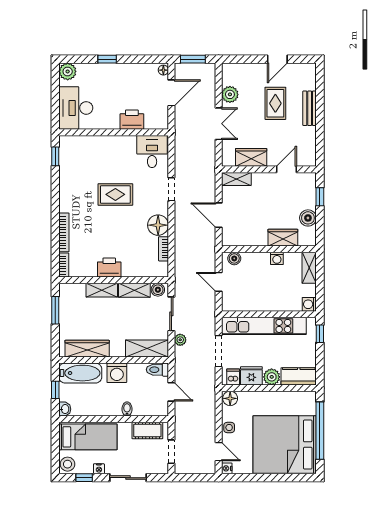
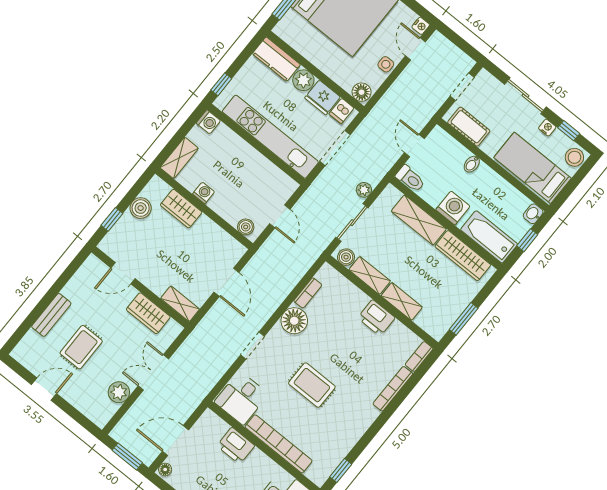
bookcase: (107, 142) -> (279, 444), added
shelving: (147, 349) -> (419, 220), moved

